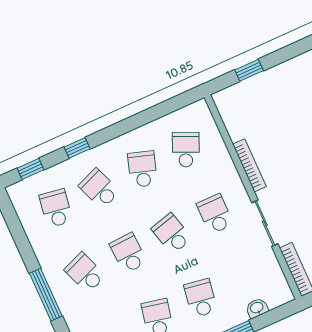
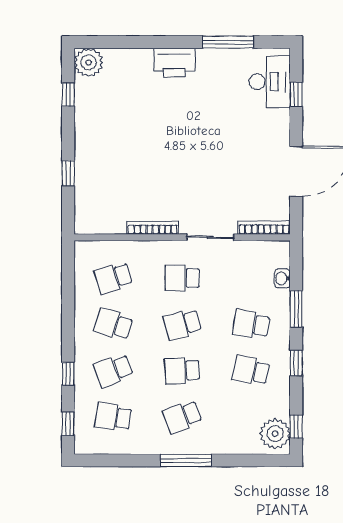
window: (249, 70) -> (68, 173), moved
school desk: (186, 150) -> (113, 278), turned -42

